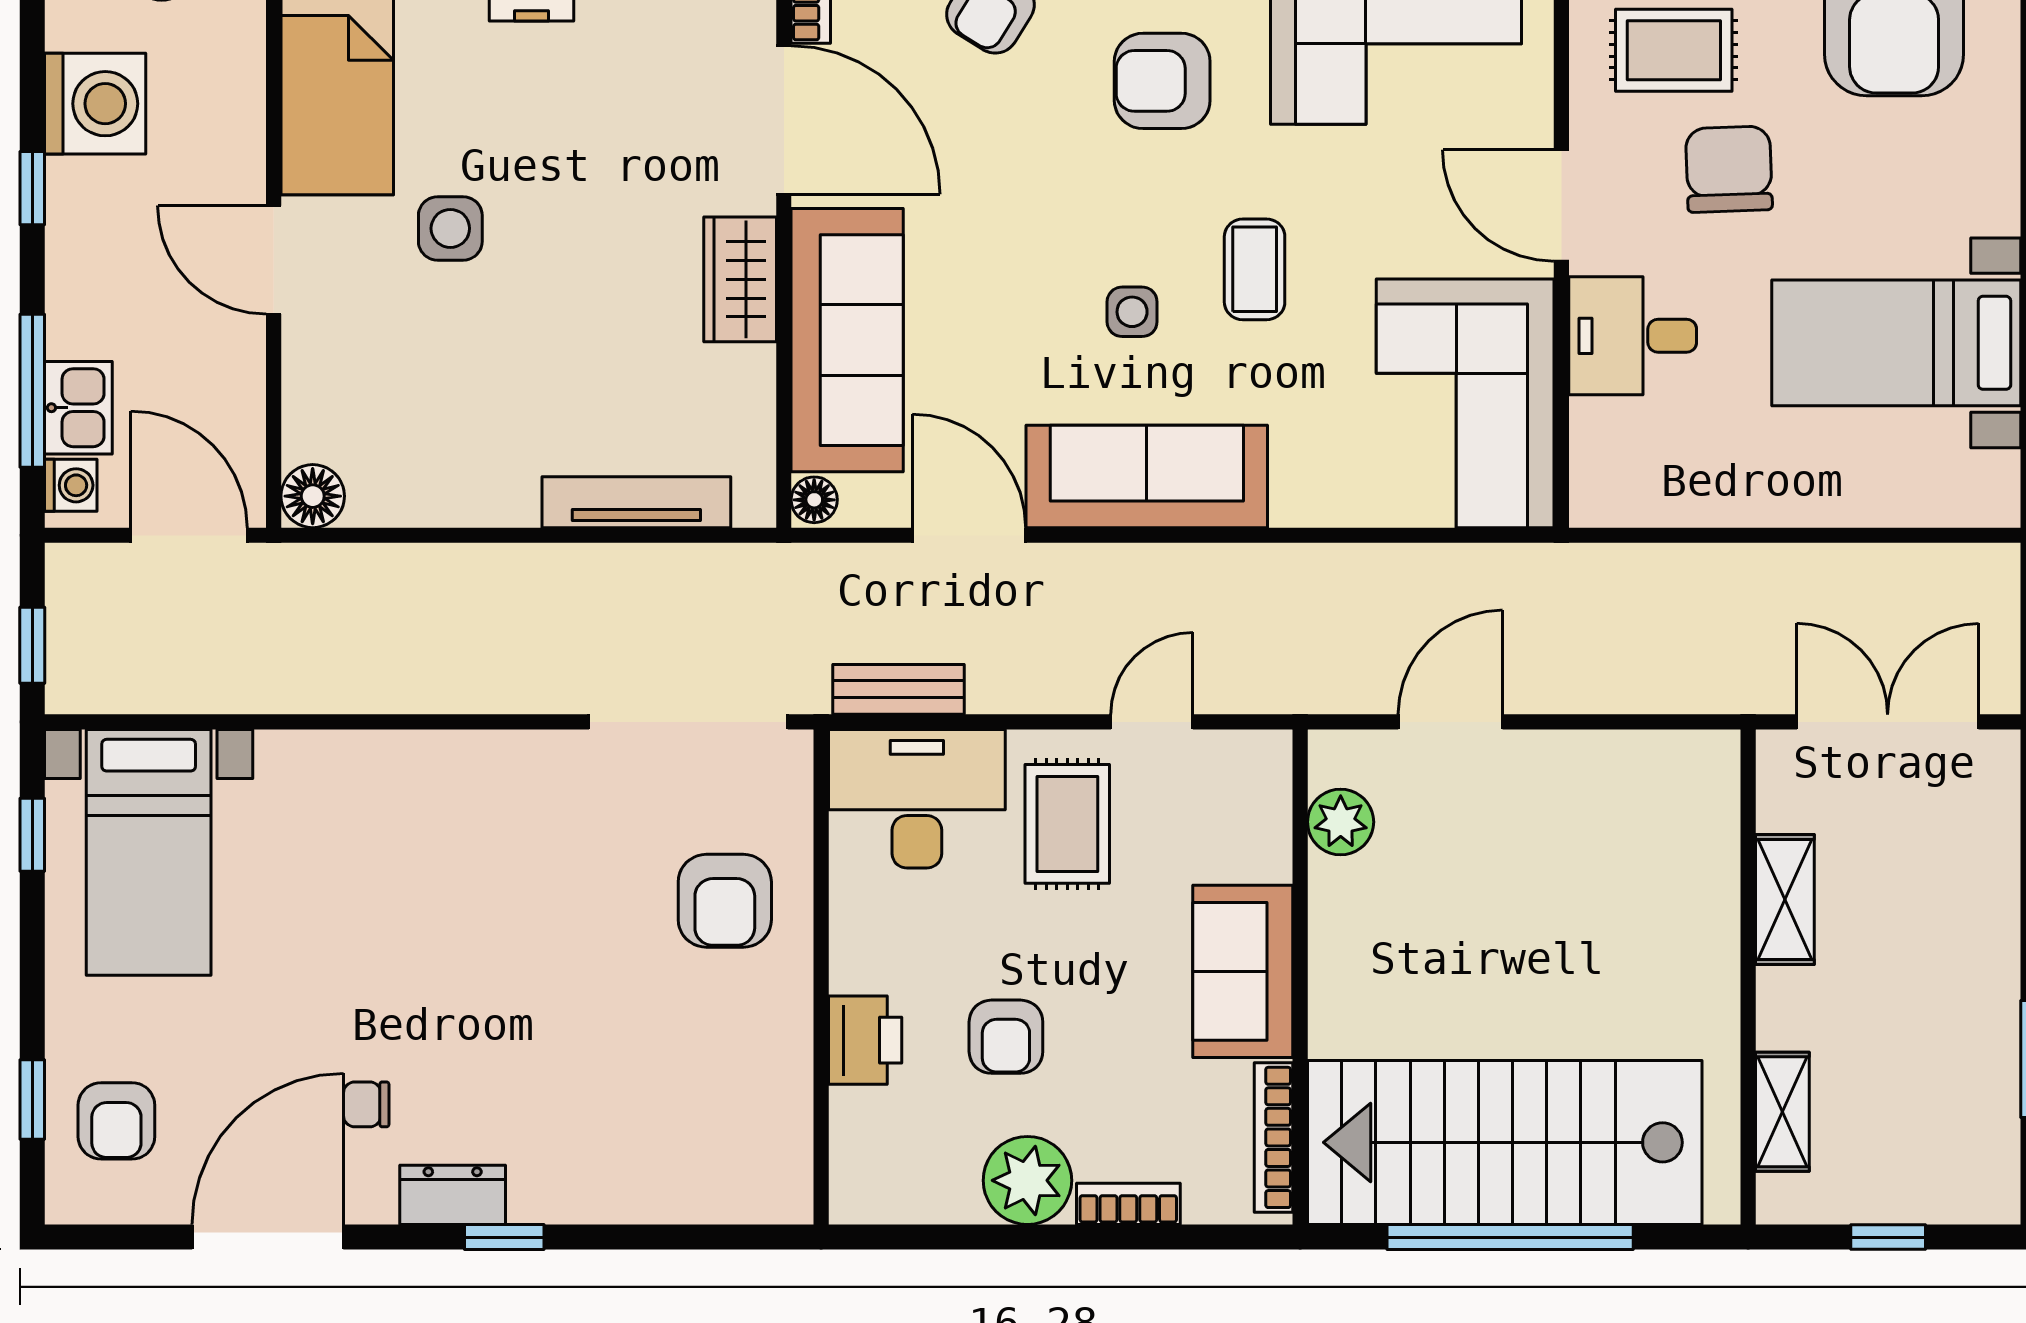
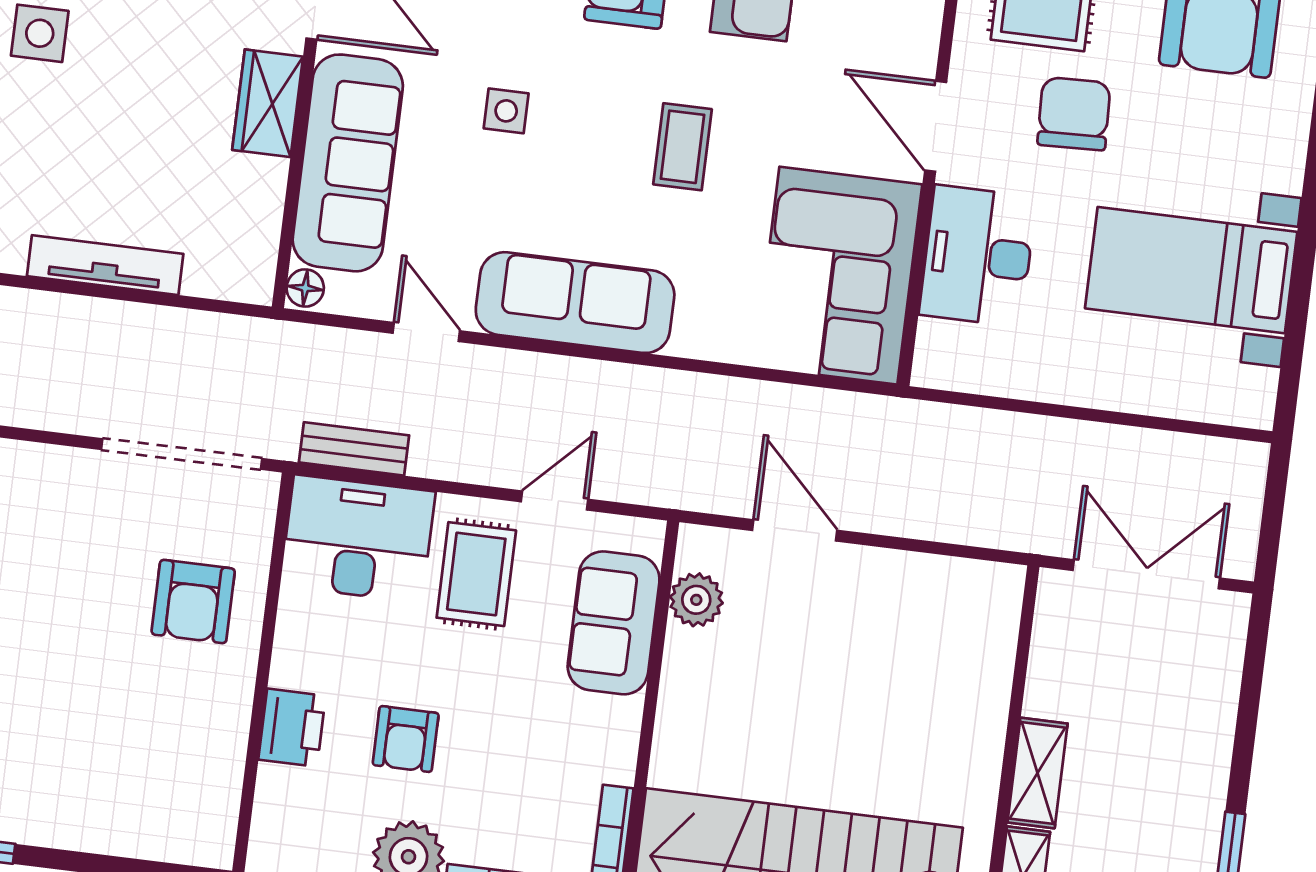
side table: (1132, 312) -> (506, 111), moved
desk: (1633, 336) -> (978, 256), width x1.37
tv unit: (636, 502) -> (105, 265), moved
door: (969, 535) -> (426, 332), width x0.73
door: (1450, 722) -> (795, 530), hinge flipped
shelving: (1785, 900) -> (1038, 773), moved
sofa: (1243, 971) -> (614, 623), moved

